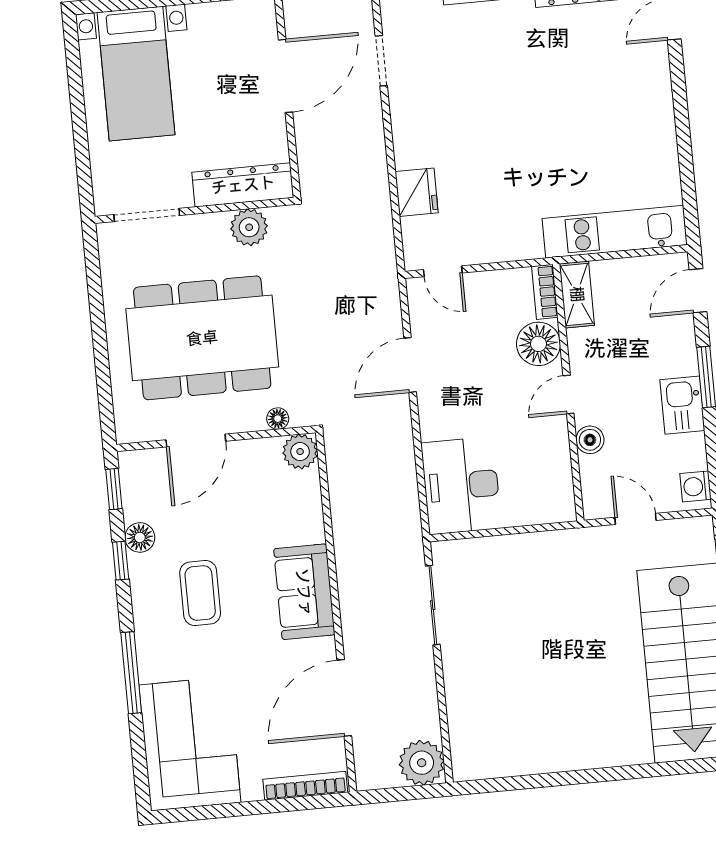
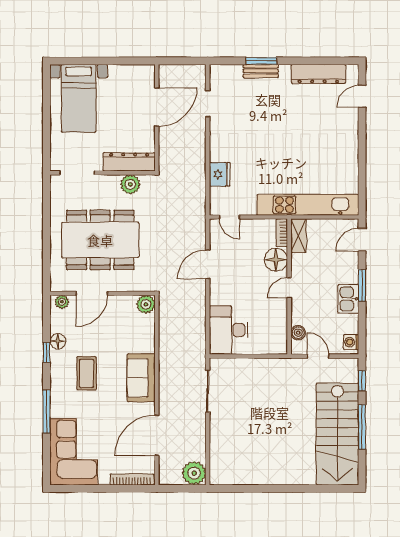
kitchen unit: (615, 232) -> (308, 205), width x1.36
floor lamp: (278, 419) -> (136, 286), removed
boiler: (590, 440) -> (298, 333), moved
plant: (141, 462) -> (62, 302), added
window: (114, 489) -> (47, 315), removed

